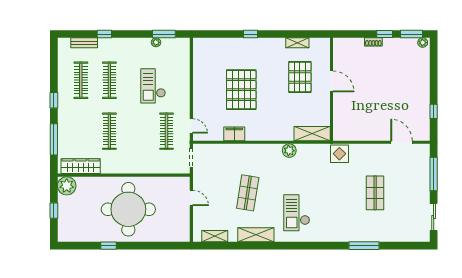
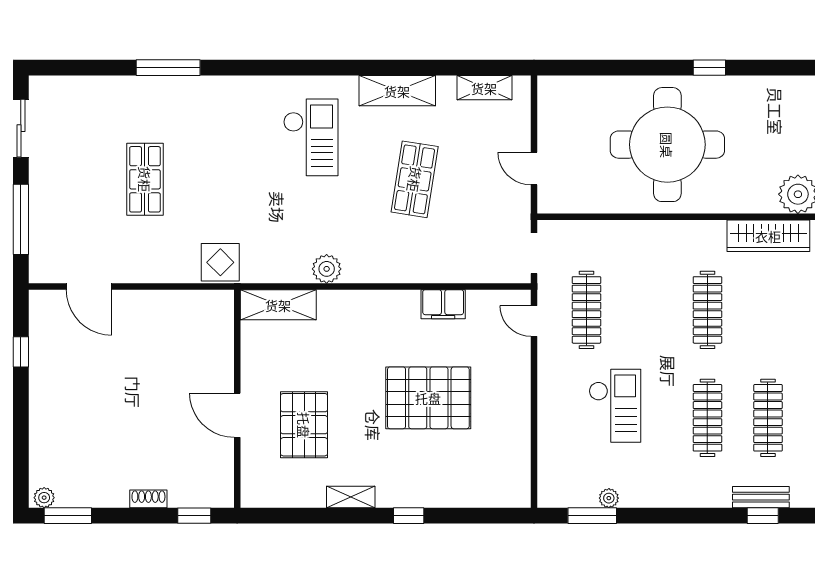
window: (104, 34) -> (763, 516), moved
window: (385, 34) -> (194, 516), moved
shelving: (297, 43) -> (351, 497), moved
pallet: (241, 90) -> (428, 398), turned 90

